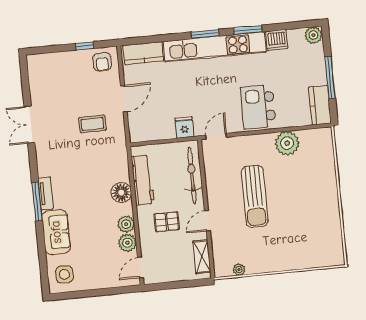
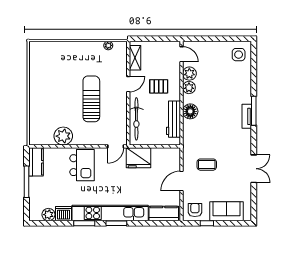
plant: (313, 35) -> (48, 215), moved
fridge: (184, 128) -> (139, 158), width x1.88, depth x1.34
sofa: (56, 232) -> (226, 211), moved, turned 90
door: (140, 267) -> (182, 54), hinge flipped

